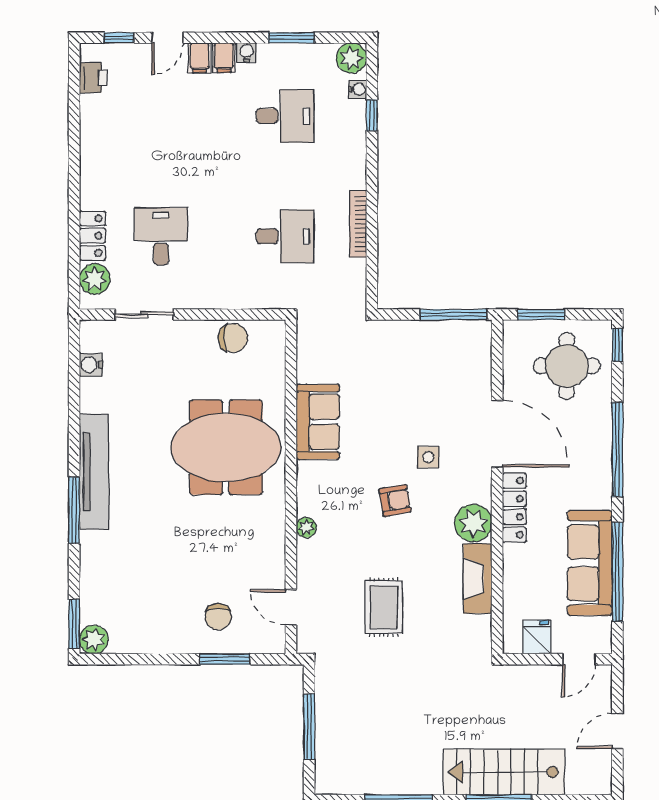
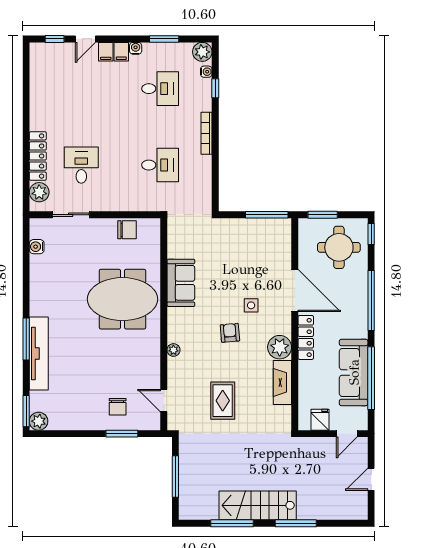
printer: (93, 78) -> (38, 64), removed
bookcase: (358, 224) -> (206, 133), moved
locker: (92, 236) -> (38, 156), width x1.53
tv unit: (94, 472) -> (39, 354), moved
armchair: (395, 500) -> (230, 333), turned -85
stairs: (504, 772) -> (258, 505), moved

